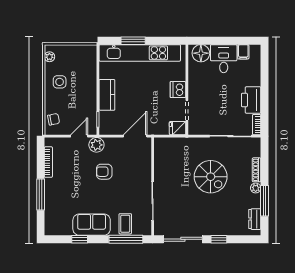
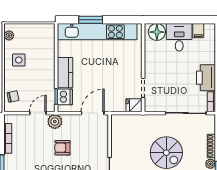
dishwasher: (178, 90) -> (65, 97), moved, turned 180

